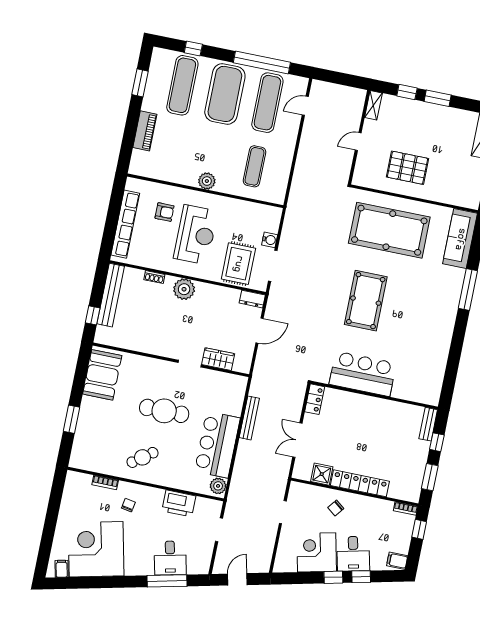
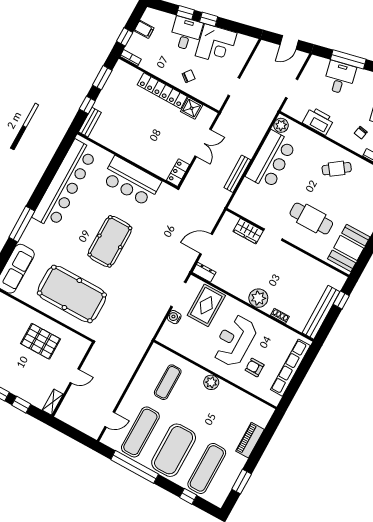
bar counter: (434, 348) -> (65, 184), added
cafe table: (164, 411) -> (311, 219), moved
filing cabinet: (397, 561) -> (144, 29), moved

